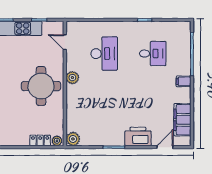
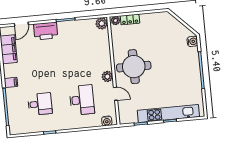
water cooler: (78, 27) -> (107, 121), added
door: (65, 42) -> (116, 94), moved
desk: (104, 54) -> (82, 100), turned 180
desk: (153, 54) -> (40, 104), turned 180

